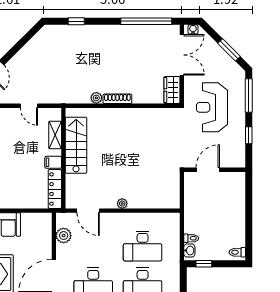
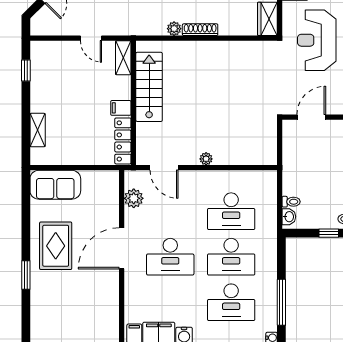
shelving: (55, 135) -> (123, 58), moved
window: (204, 264) -> (329, 233), moved

